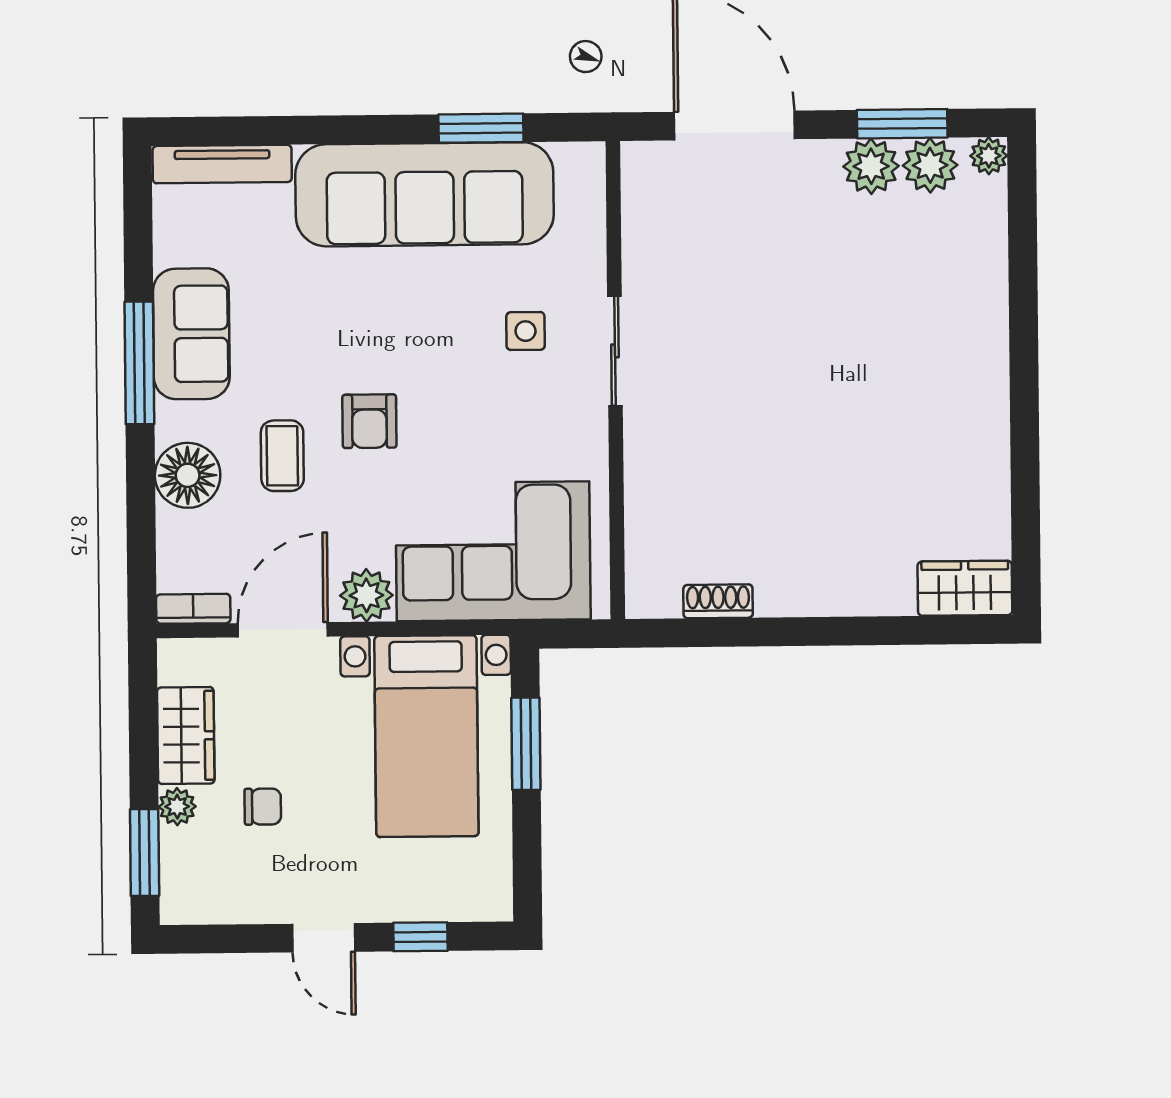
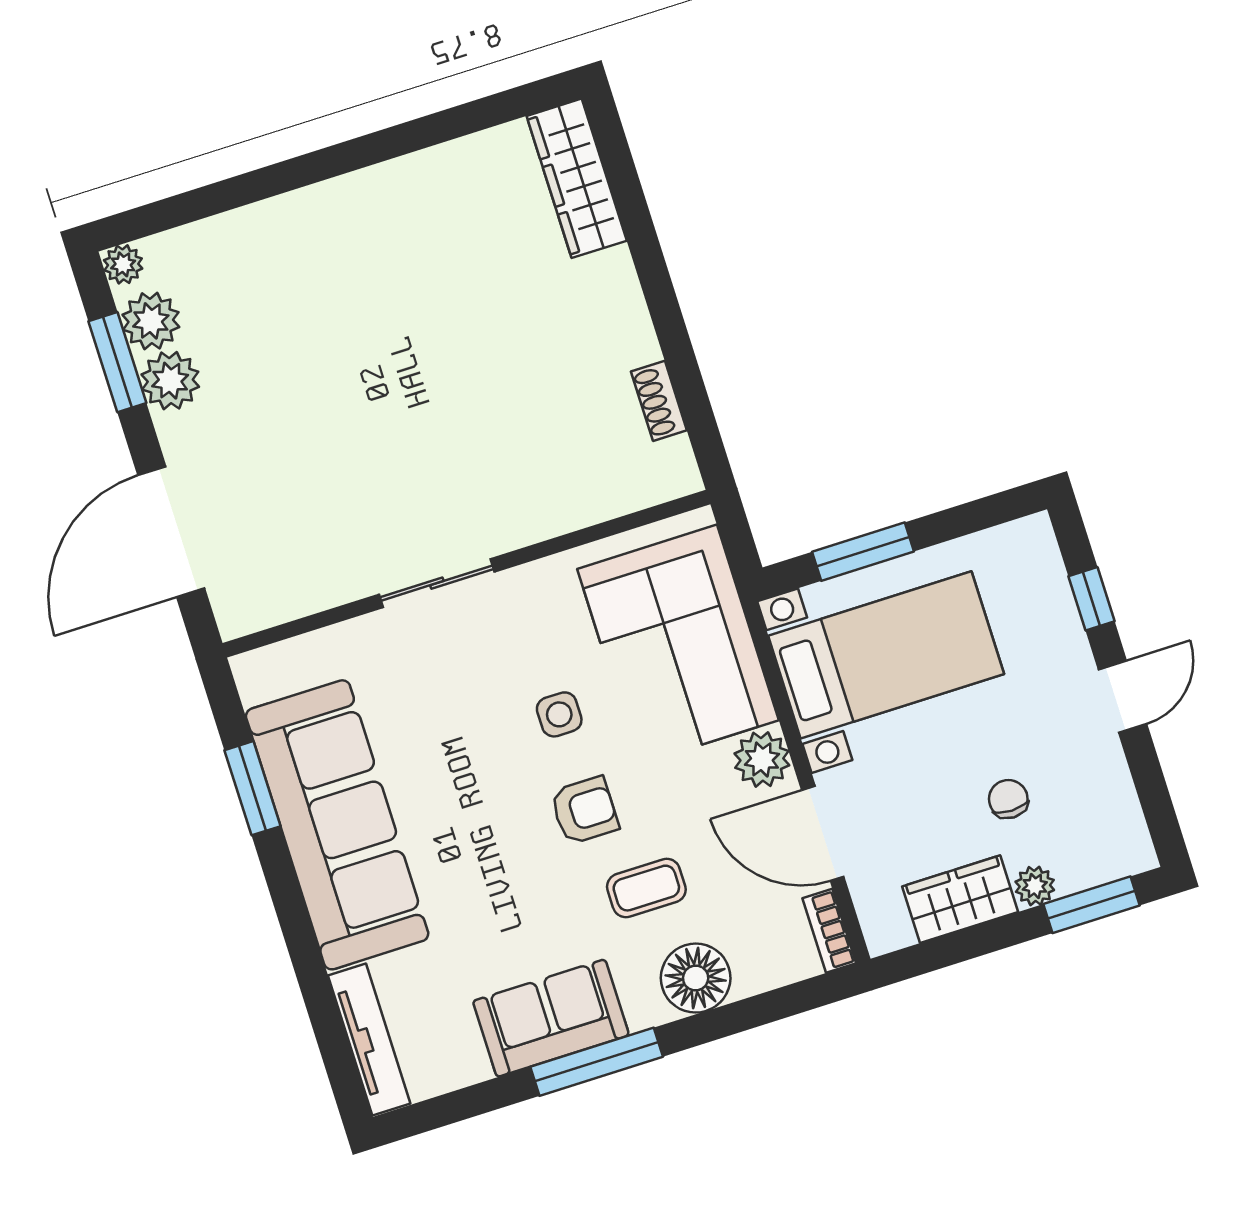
side table: (526, 331) -> (559, 714), moved
wardrobe: (965, 588) -> (577, 178), width x1.50

